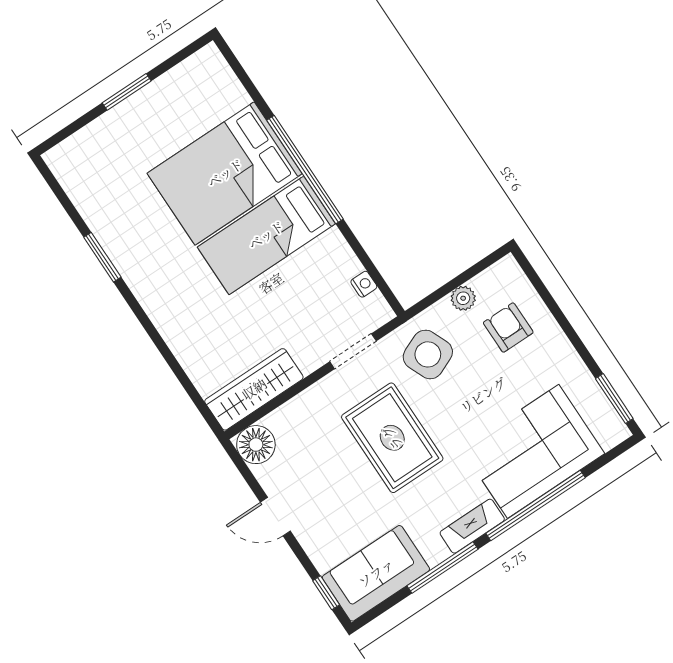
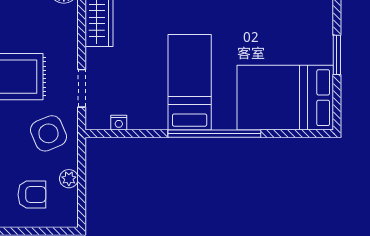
bed: (225, 173) -> (285, 98), moved, turned -90

